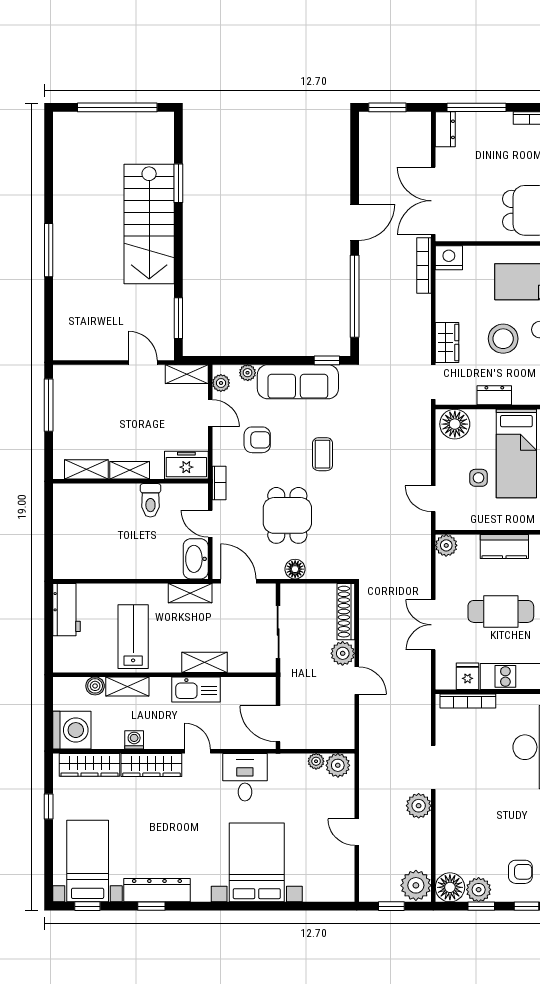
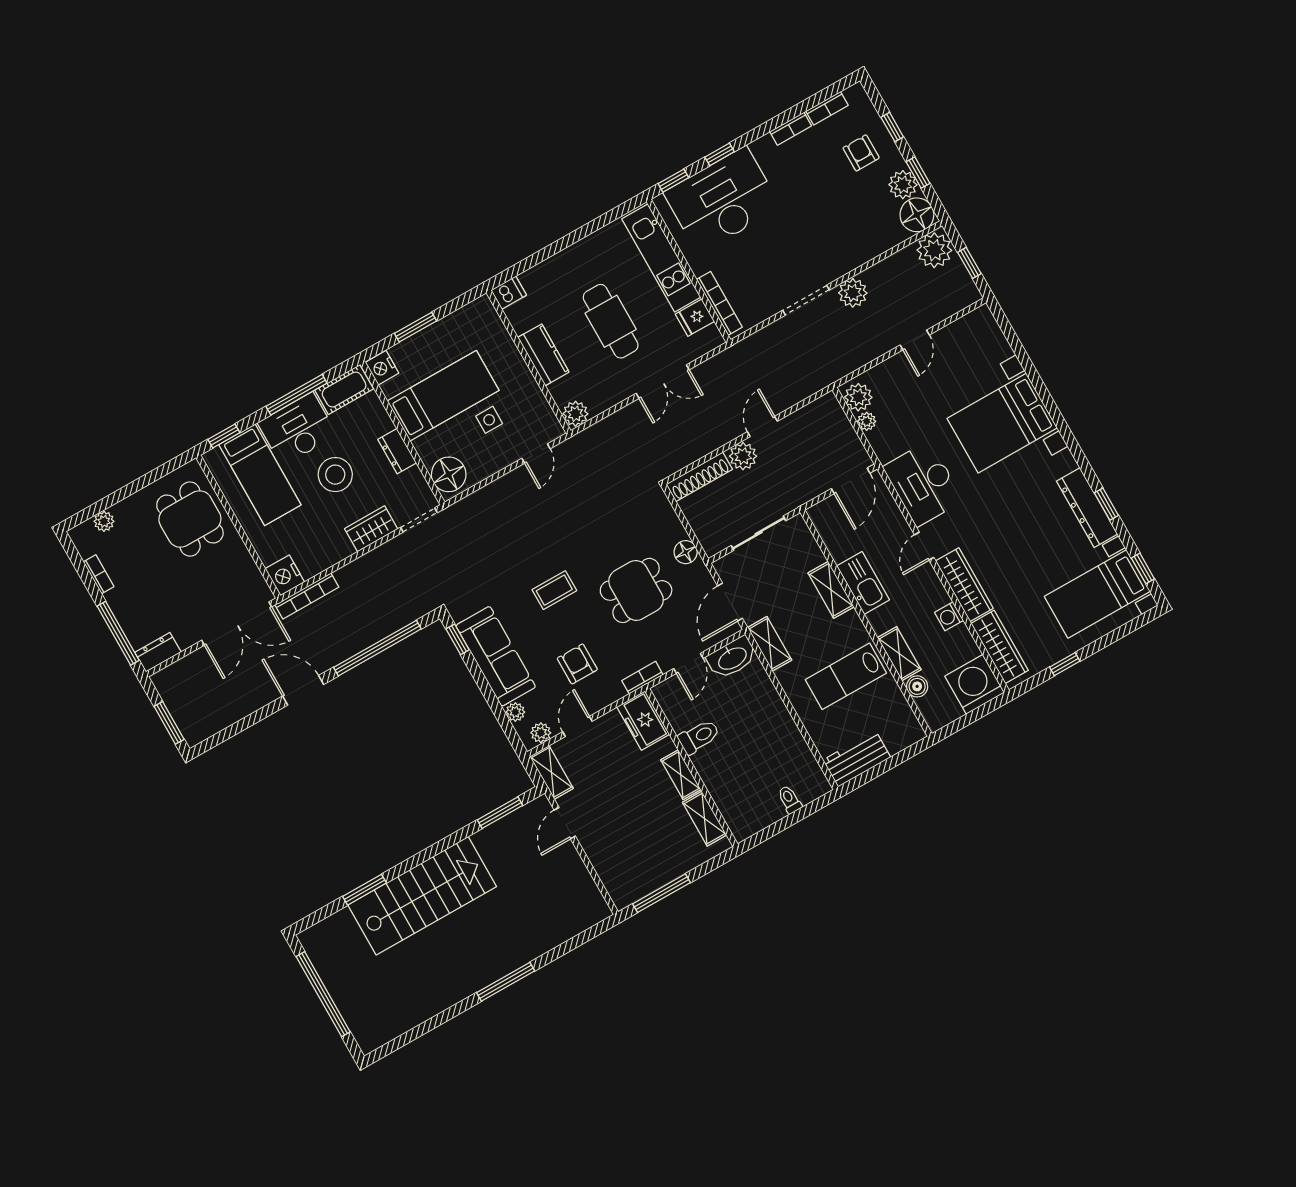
toilet: (64, 542) -> (790, 800), added
desk: (245, 777) -> (923, 484), width x1.37

